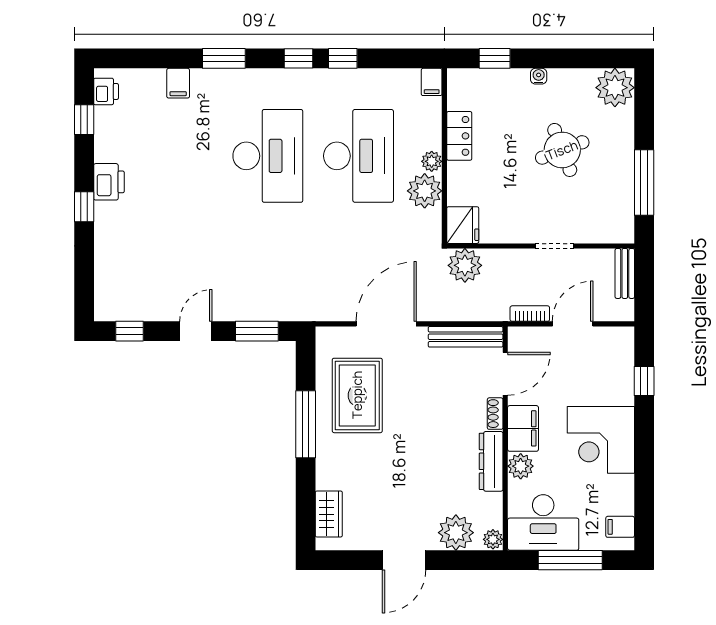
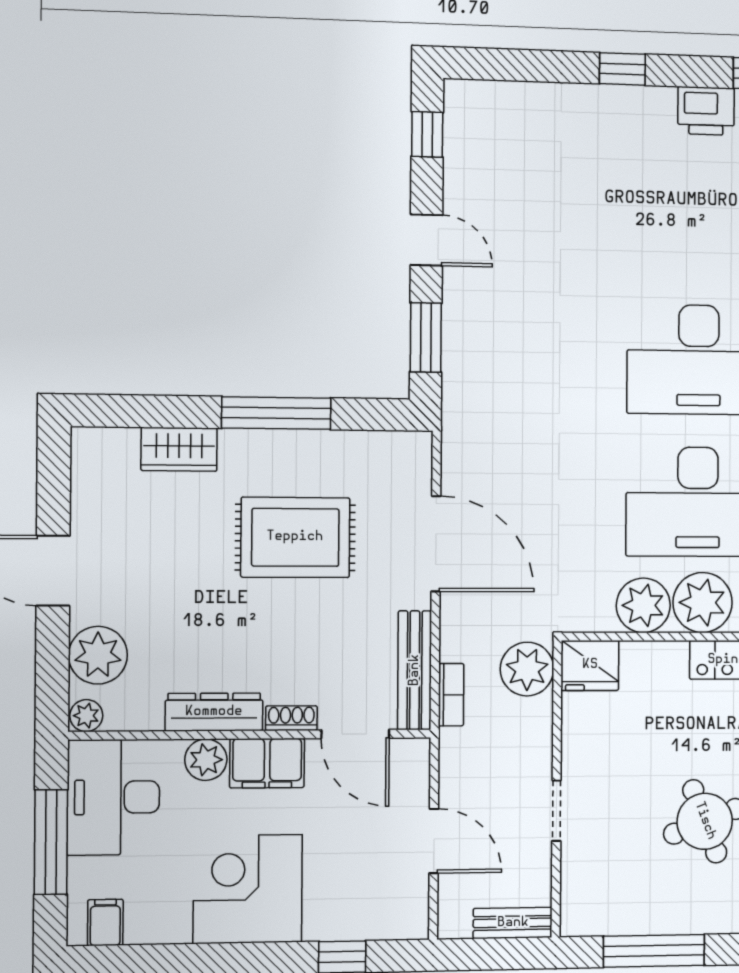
plant: (432, 161) -> (703, 603), width x1.87, depth x1.87
printer: (109, 182) -> (706, 111), moved
bookcase: (530, 314) -> (451, 695), moved
rug: (357, 395) -> (295, 537), moved
wardrobe: (329, 514) -> (179, 449), moved

